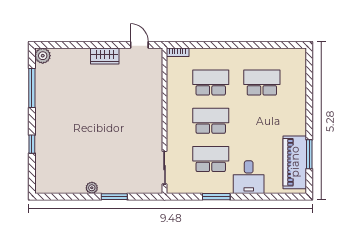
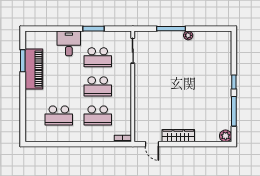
wardrobe: (105, 56) -> (178, 136), width x1.50
window: (32, 144) -> (234, 82), moved
piano: (295, 162) -> (34, 69), moved
window: (114, 197) -> (171, 29), width x1.44

